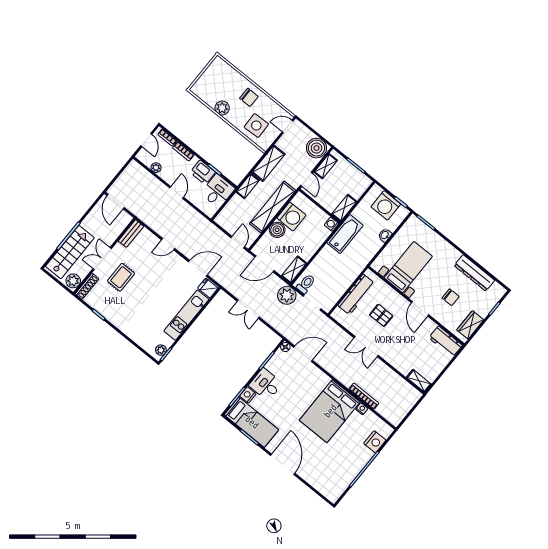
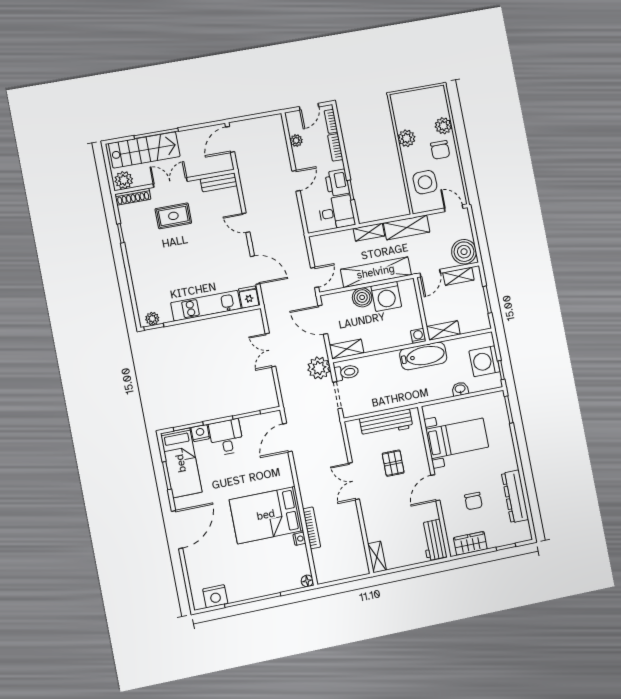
plant: (238, 81) -> (443, 126), added
floor lamp: (285, 347) -> (307, 581), moved
door: (303, 354) -> (287, 438), swing flipped
nightstand: (375, 442) -> (215, 596), moved

